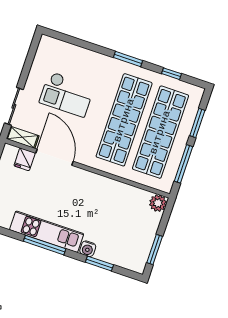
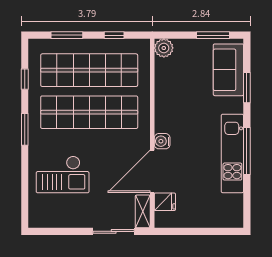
checkout: (67, 94) -> (63, 174), moved, turned 90
window: (184, 164) -> (114, 35), width x0.46
water cooler: (88, 249) -> (162, 141), moved, turned 180
sofa: (120, 253) -> (228, 70), added

